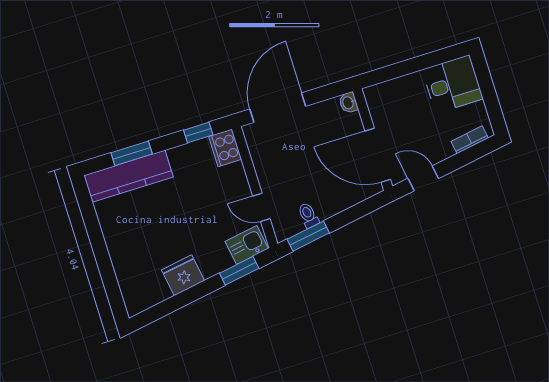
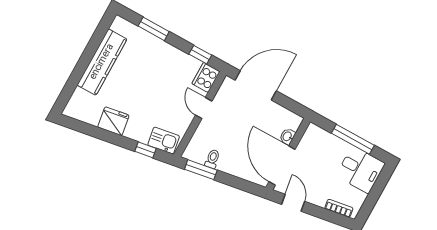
window: (417, 64) -> (353, 139), added
washbasin: (348, 103) -> (287, 136), moved
kitchen counter: (129, 176) -> (102, 62), moved, turned -90
door: (261, 207) -> (204, 108), moved
window: (239, 271) -> (145, 150), width x0.67

